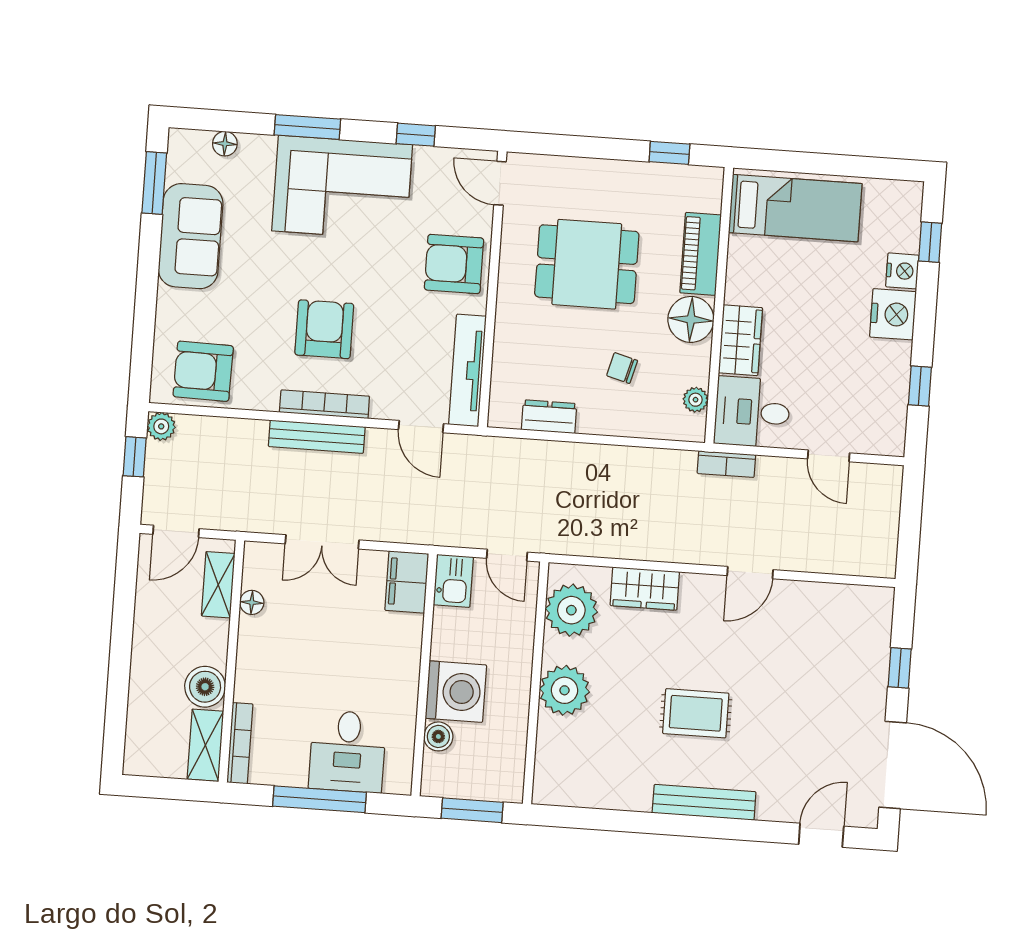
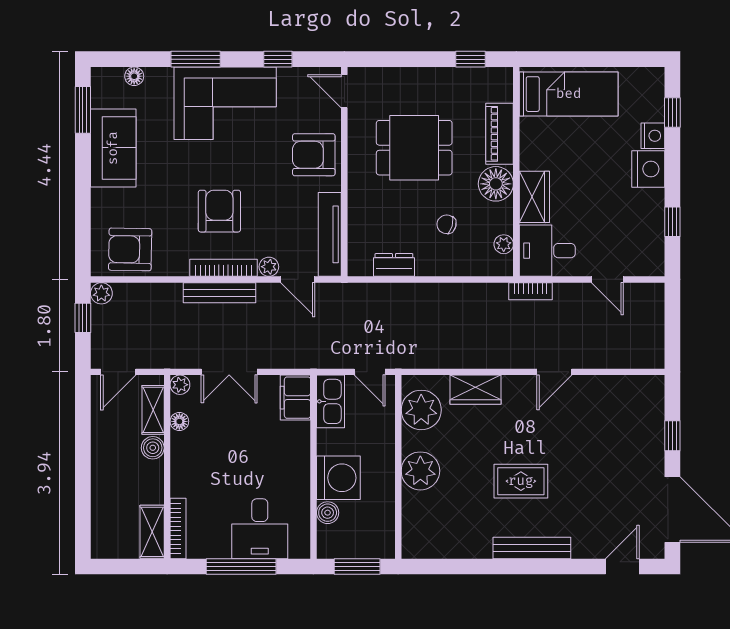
plant: (384, 407) -> (269, 267), added
plant: (256, 554) -> (180, 385), added
kitchen sink: (453, 581) -> (330, 401), width x1.38
boiler: (205, 687) -> (153, 448), moved, width x0.73, depth x0.73

